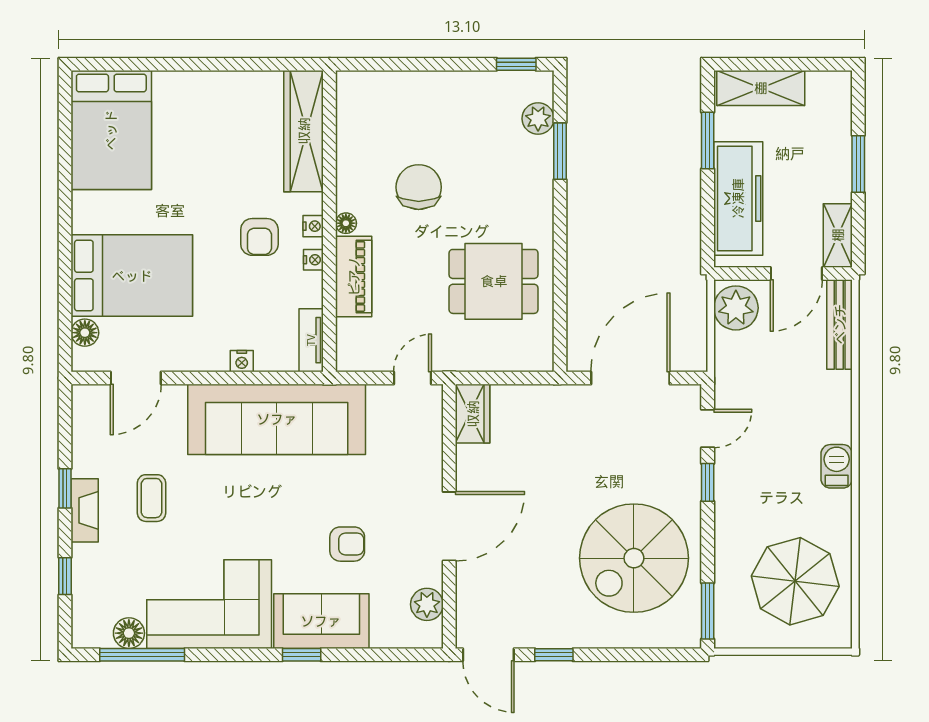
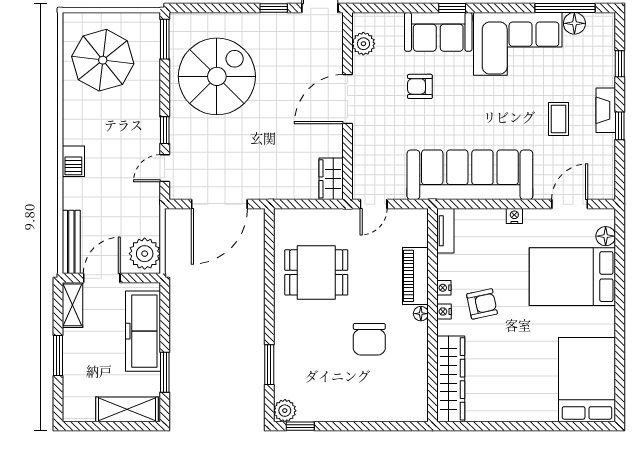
plant: (538, 119) -> (285, 411), moved
armchair: (259, 237) -> (482, 304), turned 78
nightstand: (242, 361) -> (514, 216), moved
barbecue: (837, 466) -> (73, 161), moved

